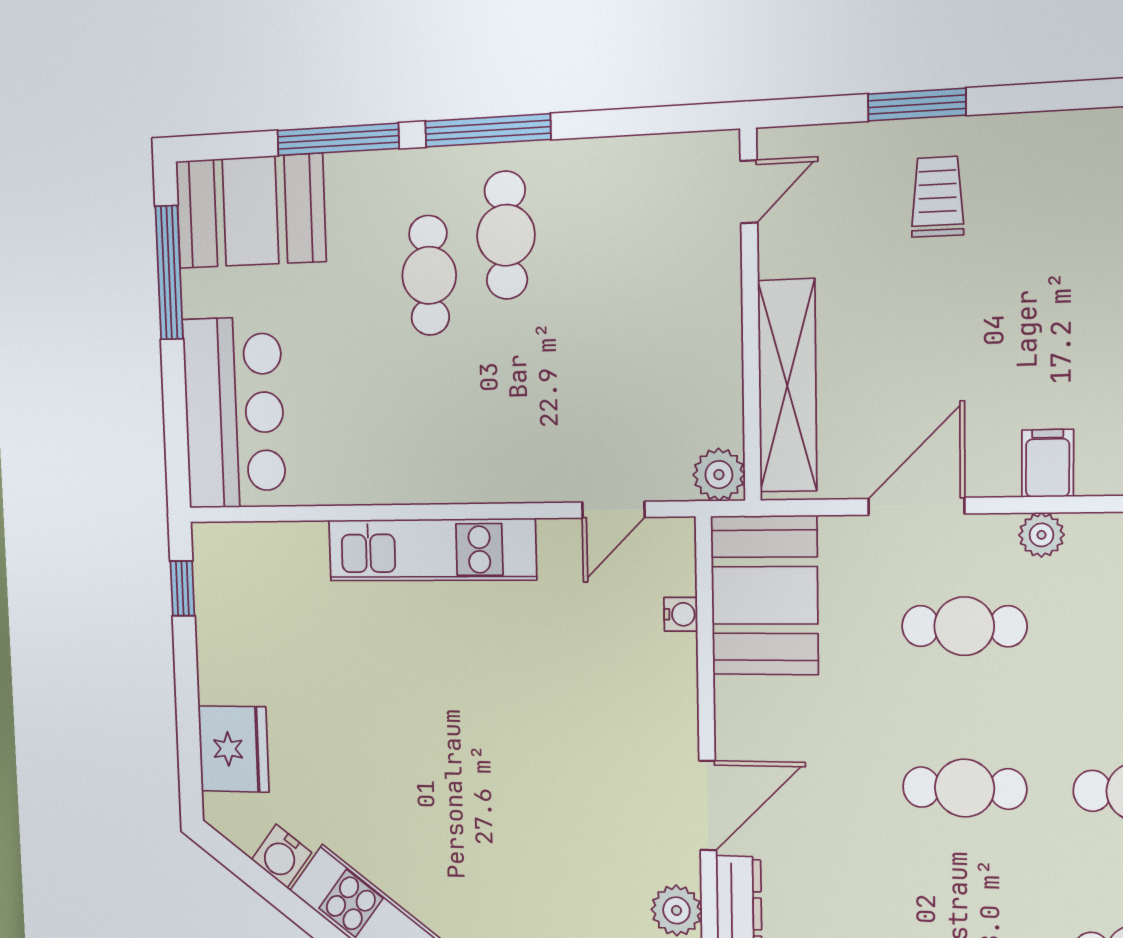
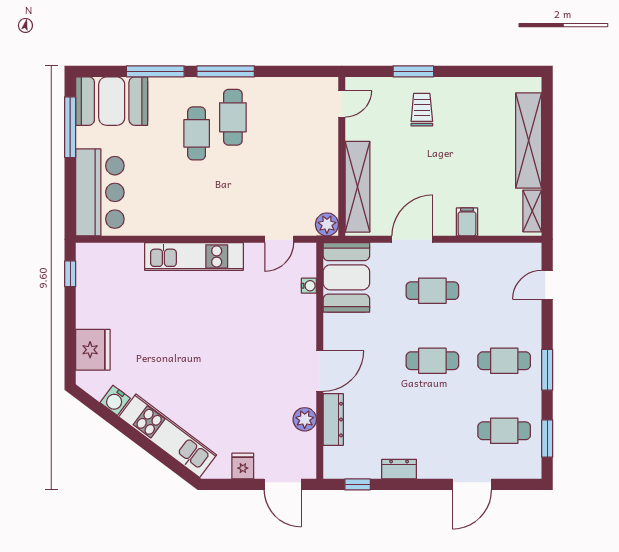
plant: (1041, 535) -> (465, 252), removed

